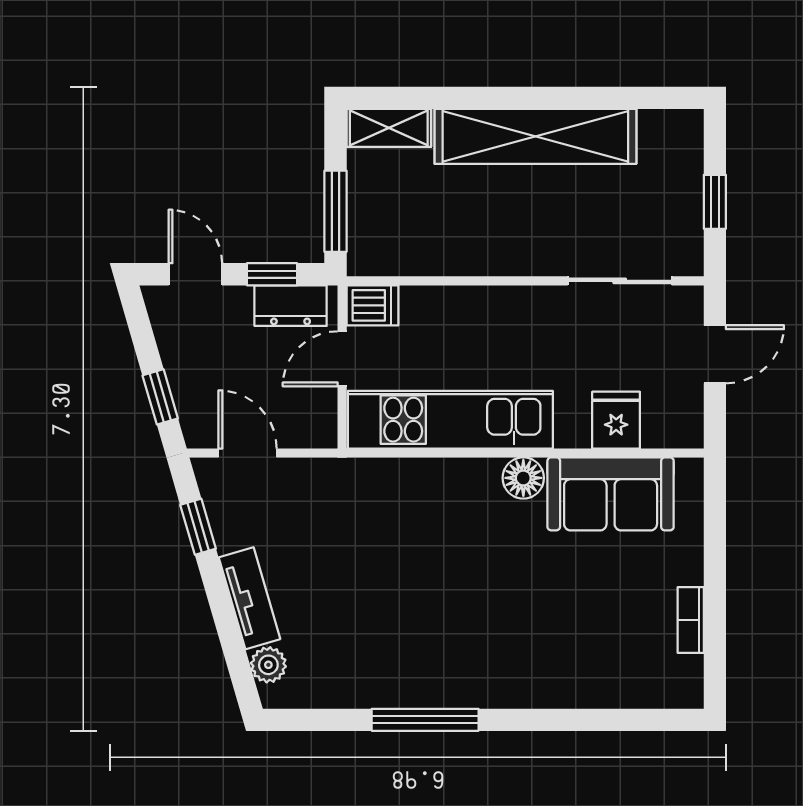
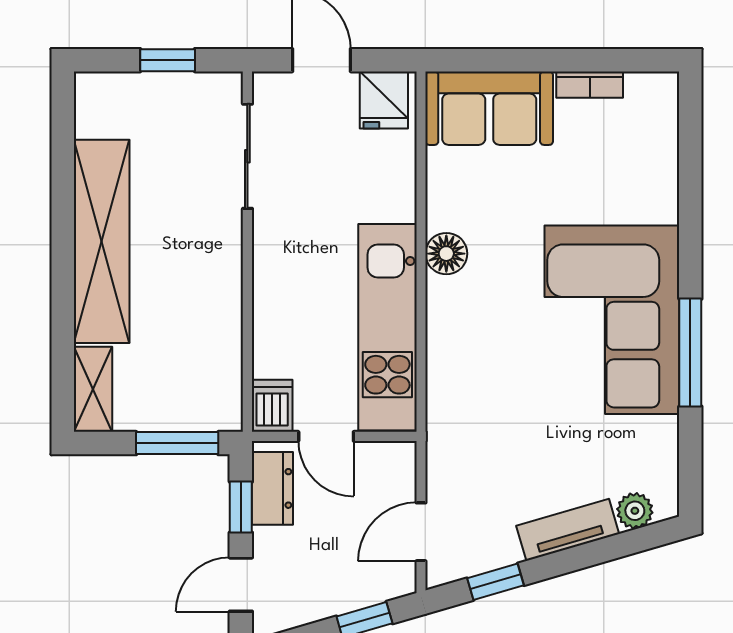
fridge: (616, 420) -> (384, 100), moved, turned -90
sofa: (611, 494) -> (489, 108), moved, turned 90
corner sofa: (458, 642) -> (612, 320), added

